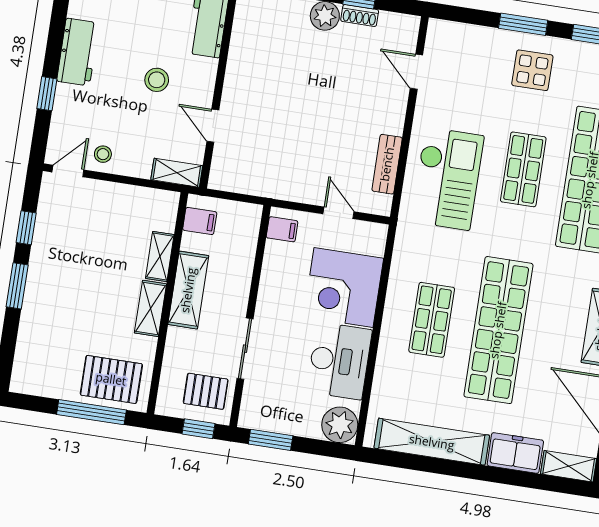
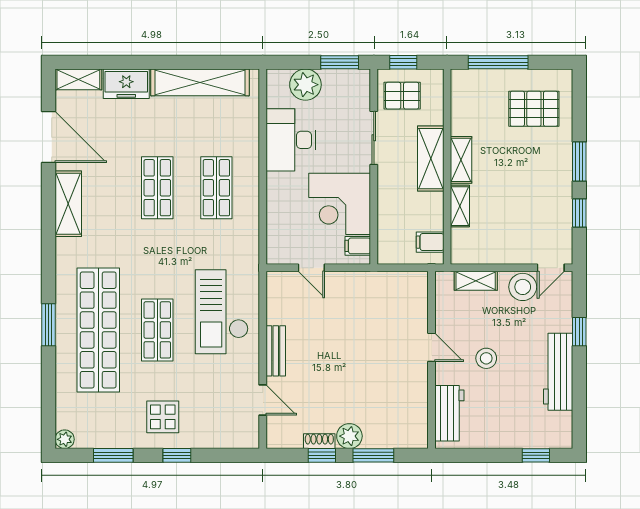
window: (523, 24) -> (177, 455), width x0.67
workbench: (78, 52) -> (558, 372), width x1.38
door: (213, 126) -> (432, 347), moved
stool: (103, 154) -> (523, 287), width x1.89, depth x1.89
bench: (387, 164) -> (276, 351), moved
shelving: (177, 173) -> (476, 281), moved
corner desk: (344, 288) -> (340, 204), moved, turned 180
shelving: (188, 290) -> (431, 159), moved
shop shelf: (498, 330) -> (157, 188), width x0.50, depth x0.74
pallet: (111, 379) -> (534, 109), moved
plant: (340, 425) -> (305, 85), moved

